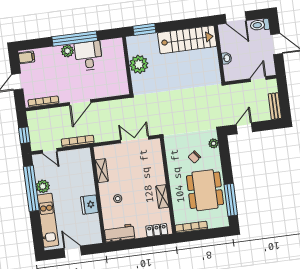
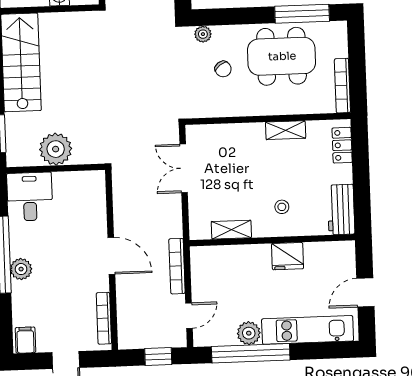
desk: (89, 56) -> (30, 197), moved, turned 90

